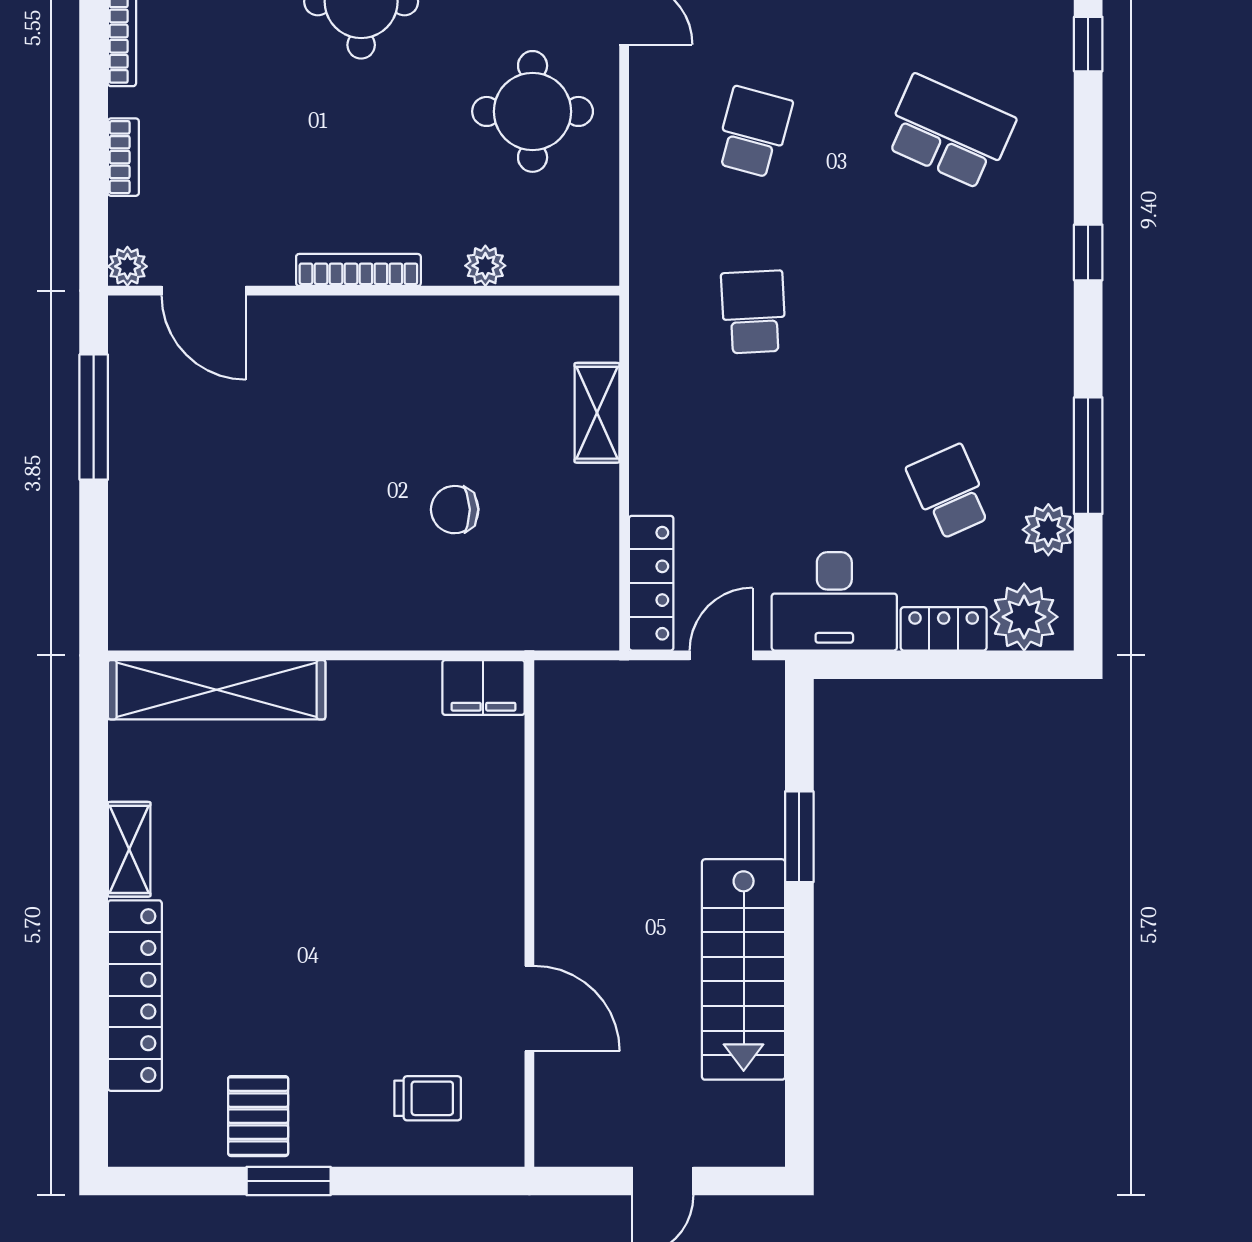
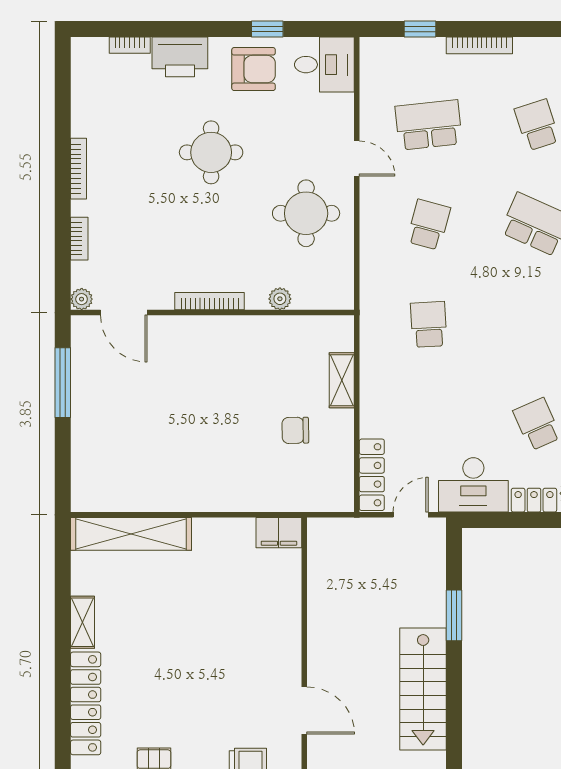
chair: (455, 510) -> (295, 430), moved

